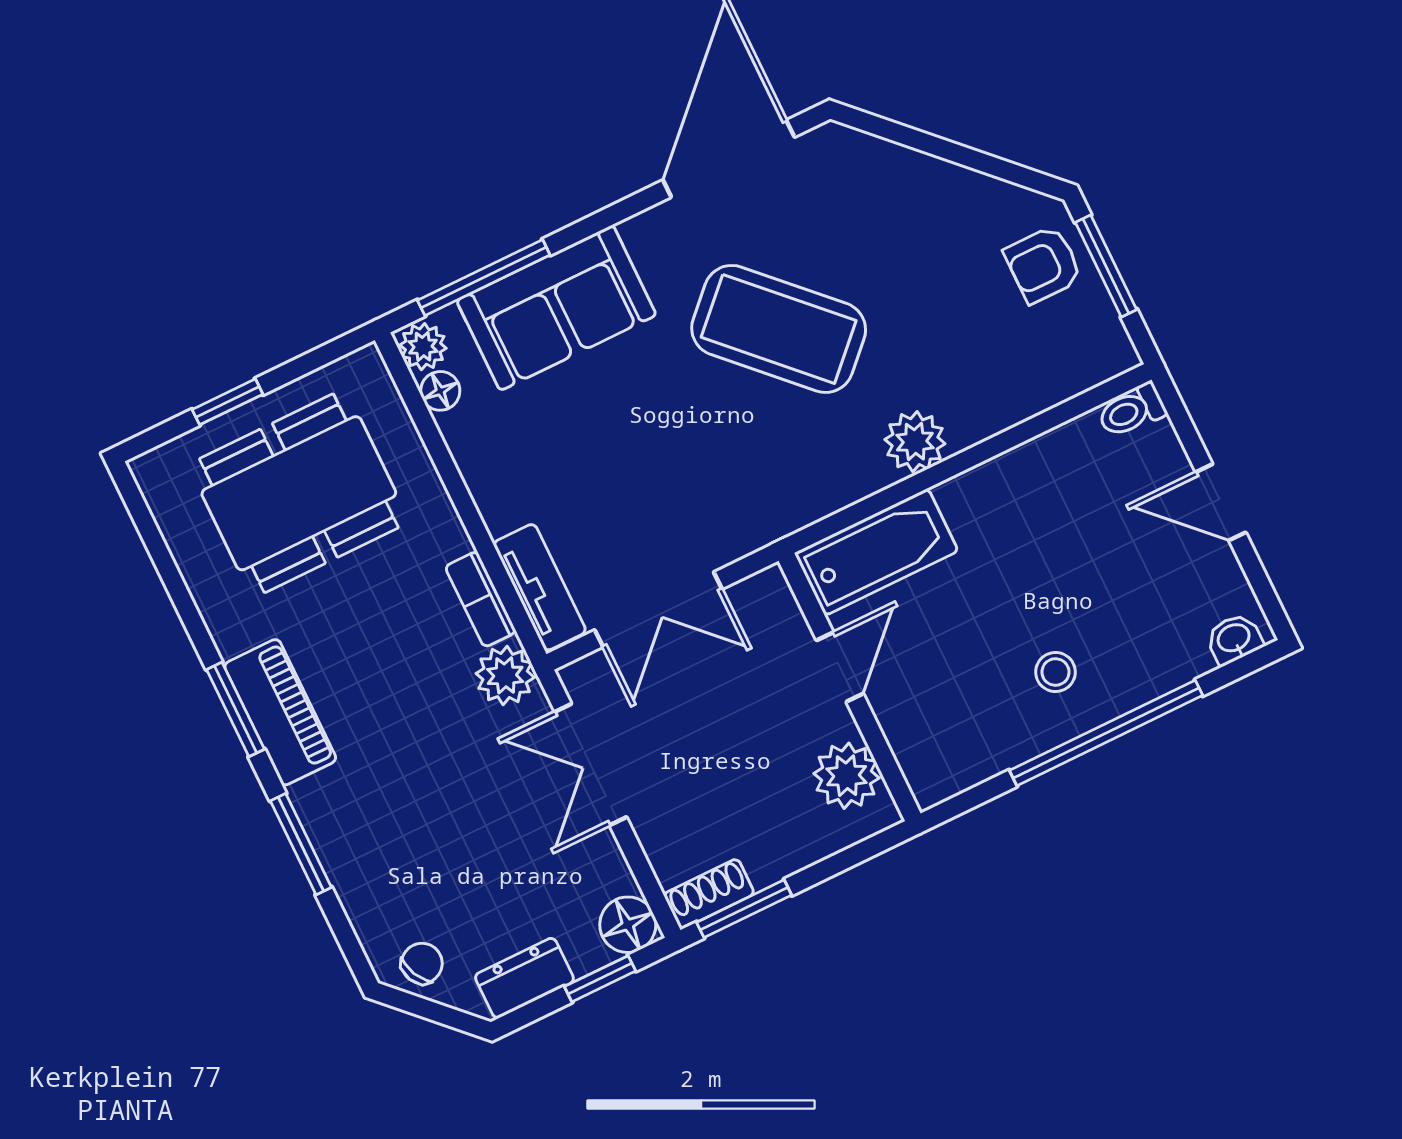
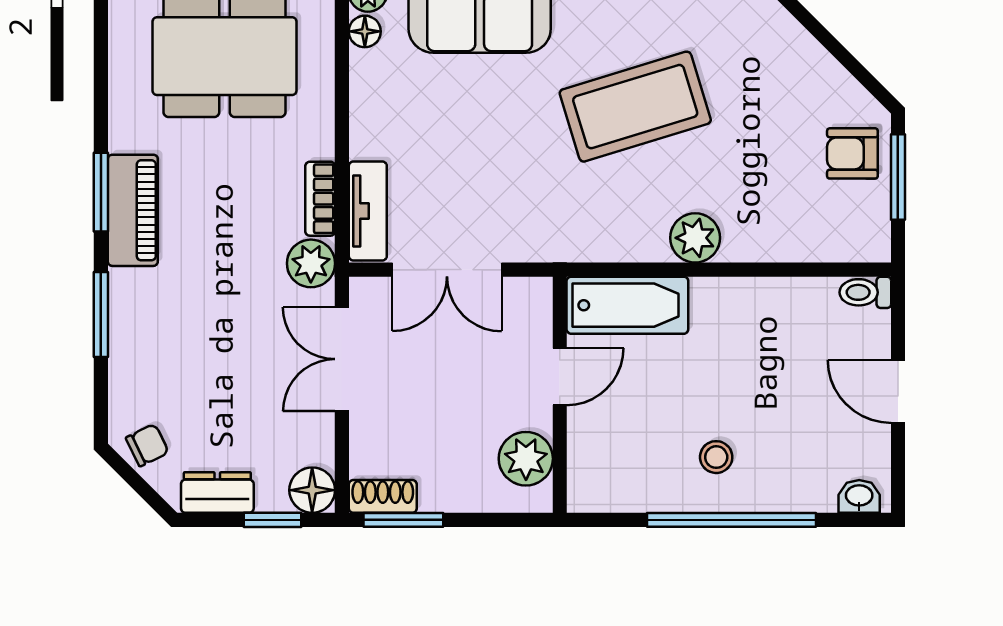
coffee table: (779, 329) -> (635, 107), turned -62

